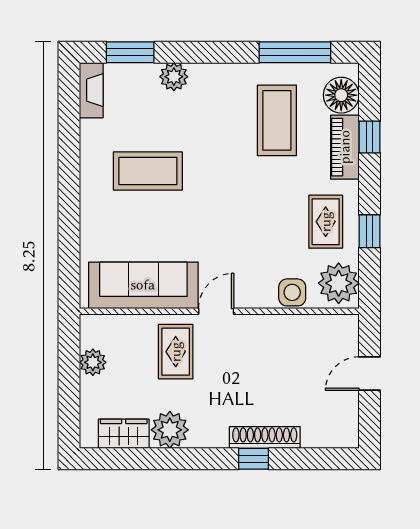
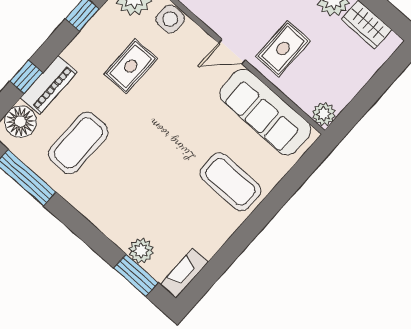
plant: (174, 77) -> (141, 251), moved
coffee table: (148, 171) -> (230, 182), moved
rug: (326, 222) -> (131, 66), moved
plant: (93, 362) -> (324, 114), moved

